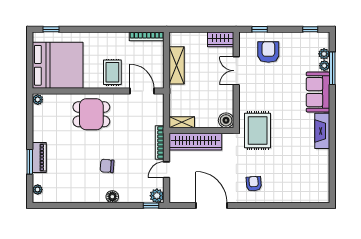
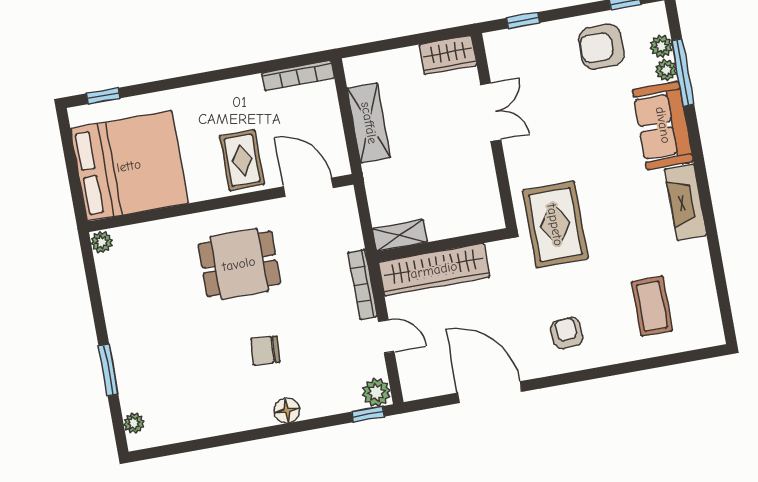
armchair: (268, 52) -> (601, 47), moved, turned -90
double door: (236, 71) -> (491, 112), swing flipped
dining table: (91, 114) -> (239, 264), moved
boiler: (226, 120) -> (488, 216), removed
piano: (39, 157) -> (126, 358), removed
door: (167, 170) -> (386, 337), swing flipped
coffee table: (297, 178) -> (652, 306), added

